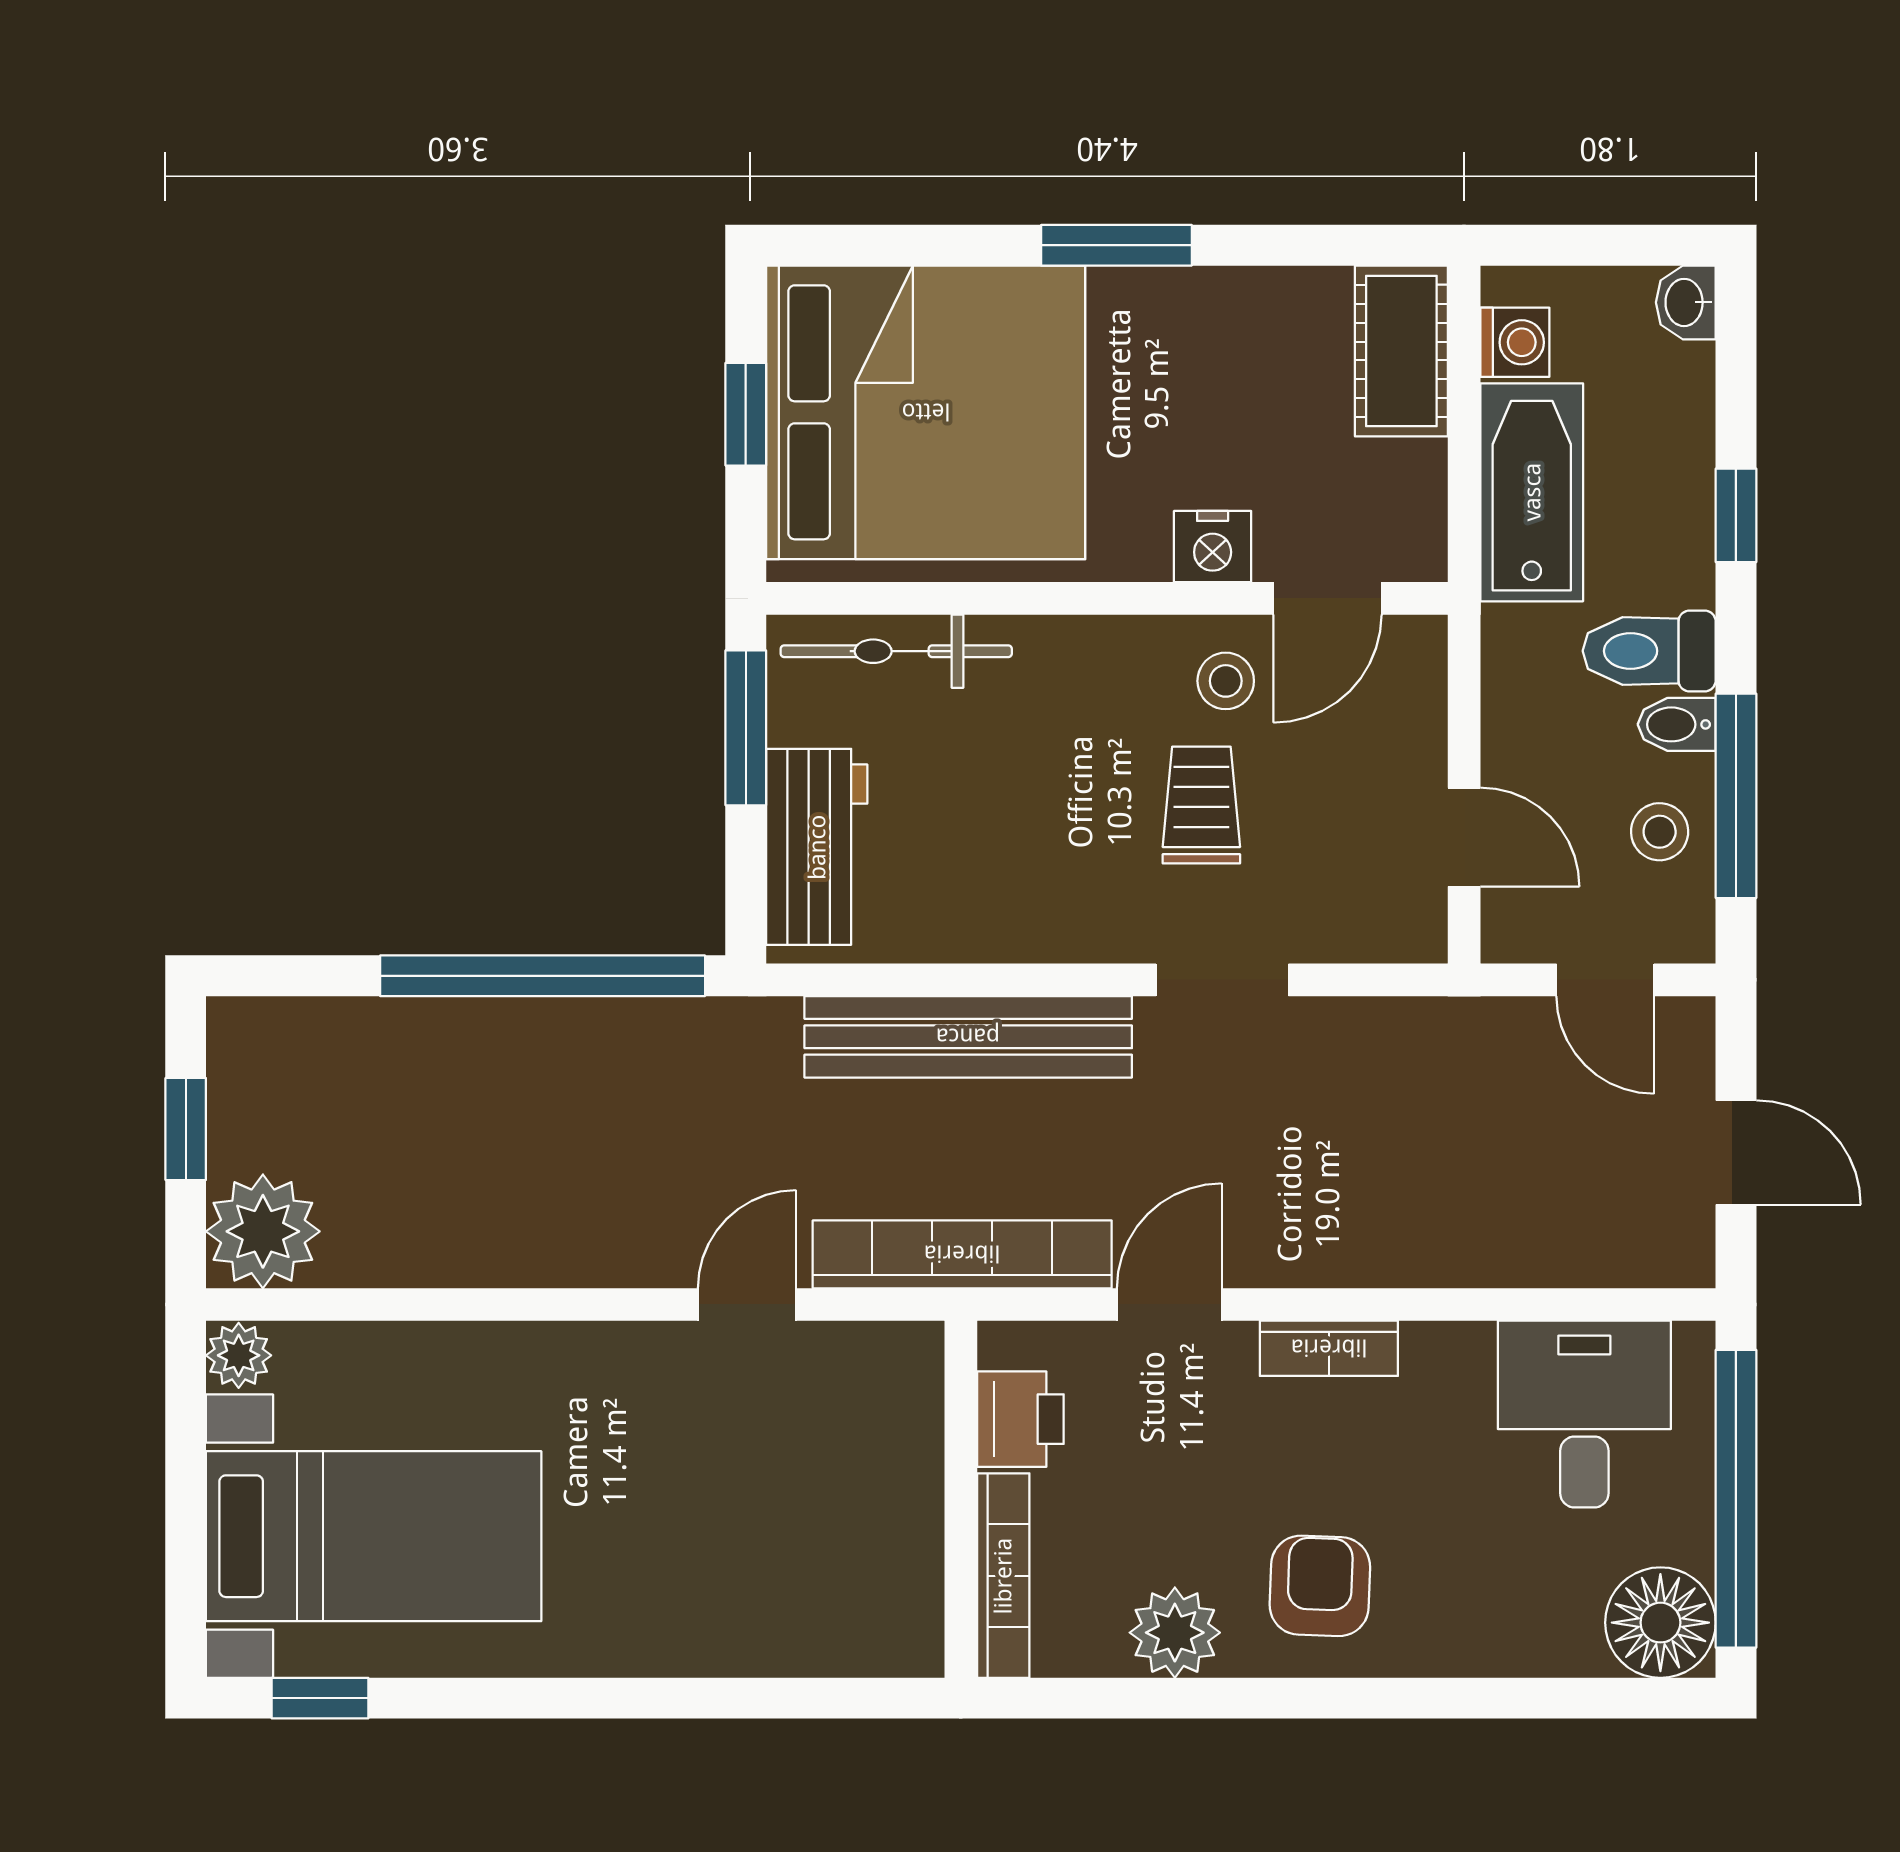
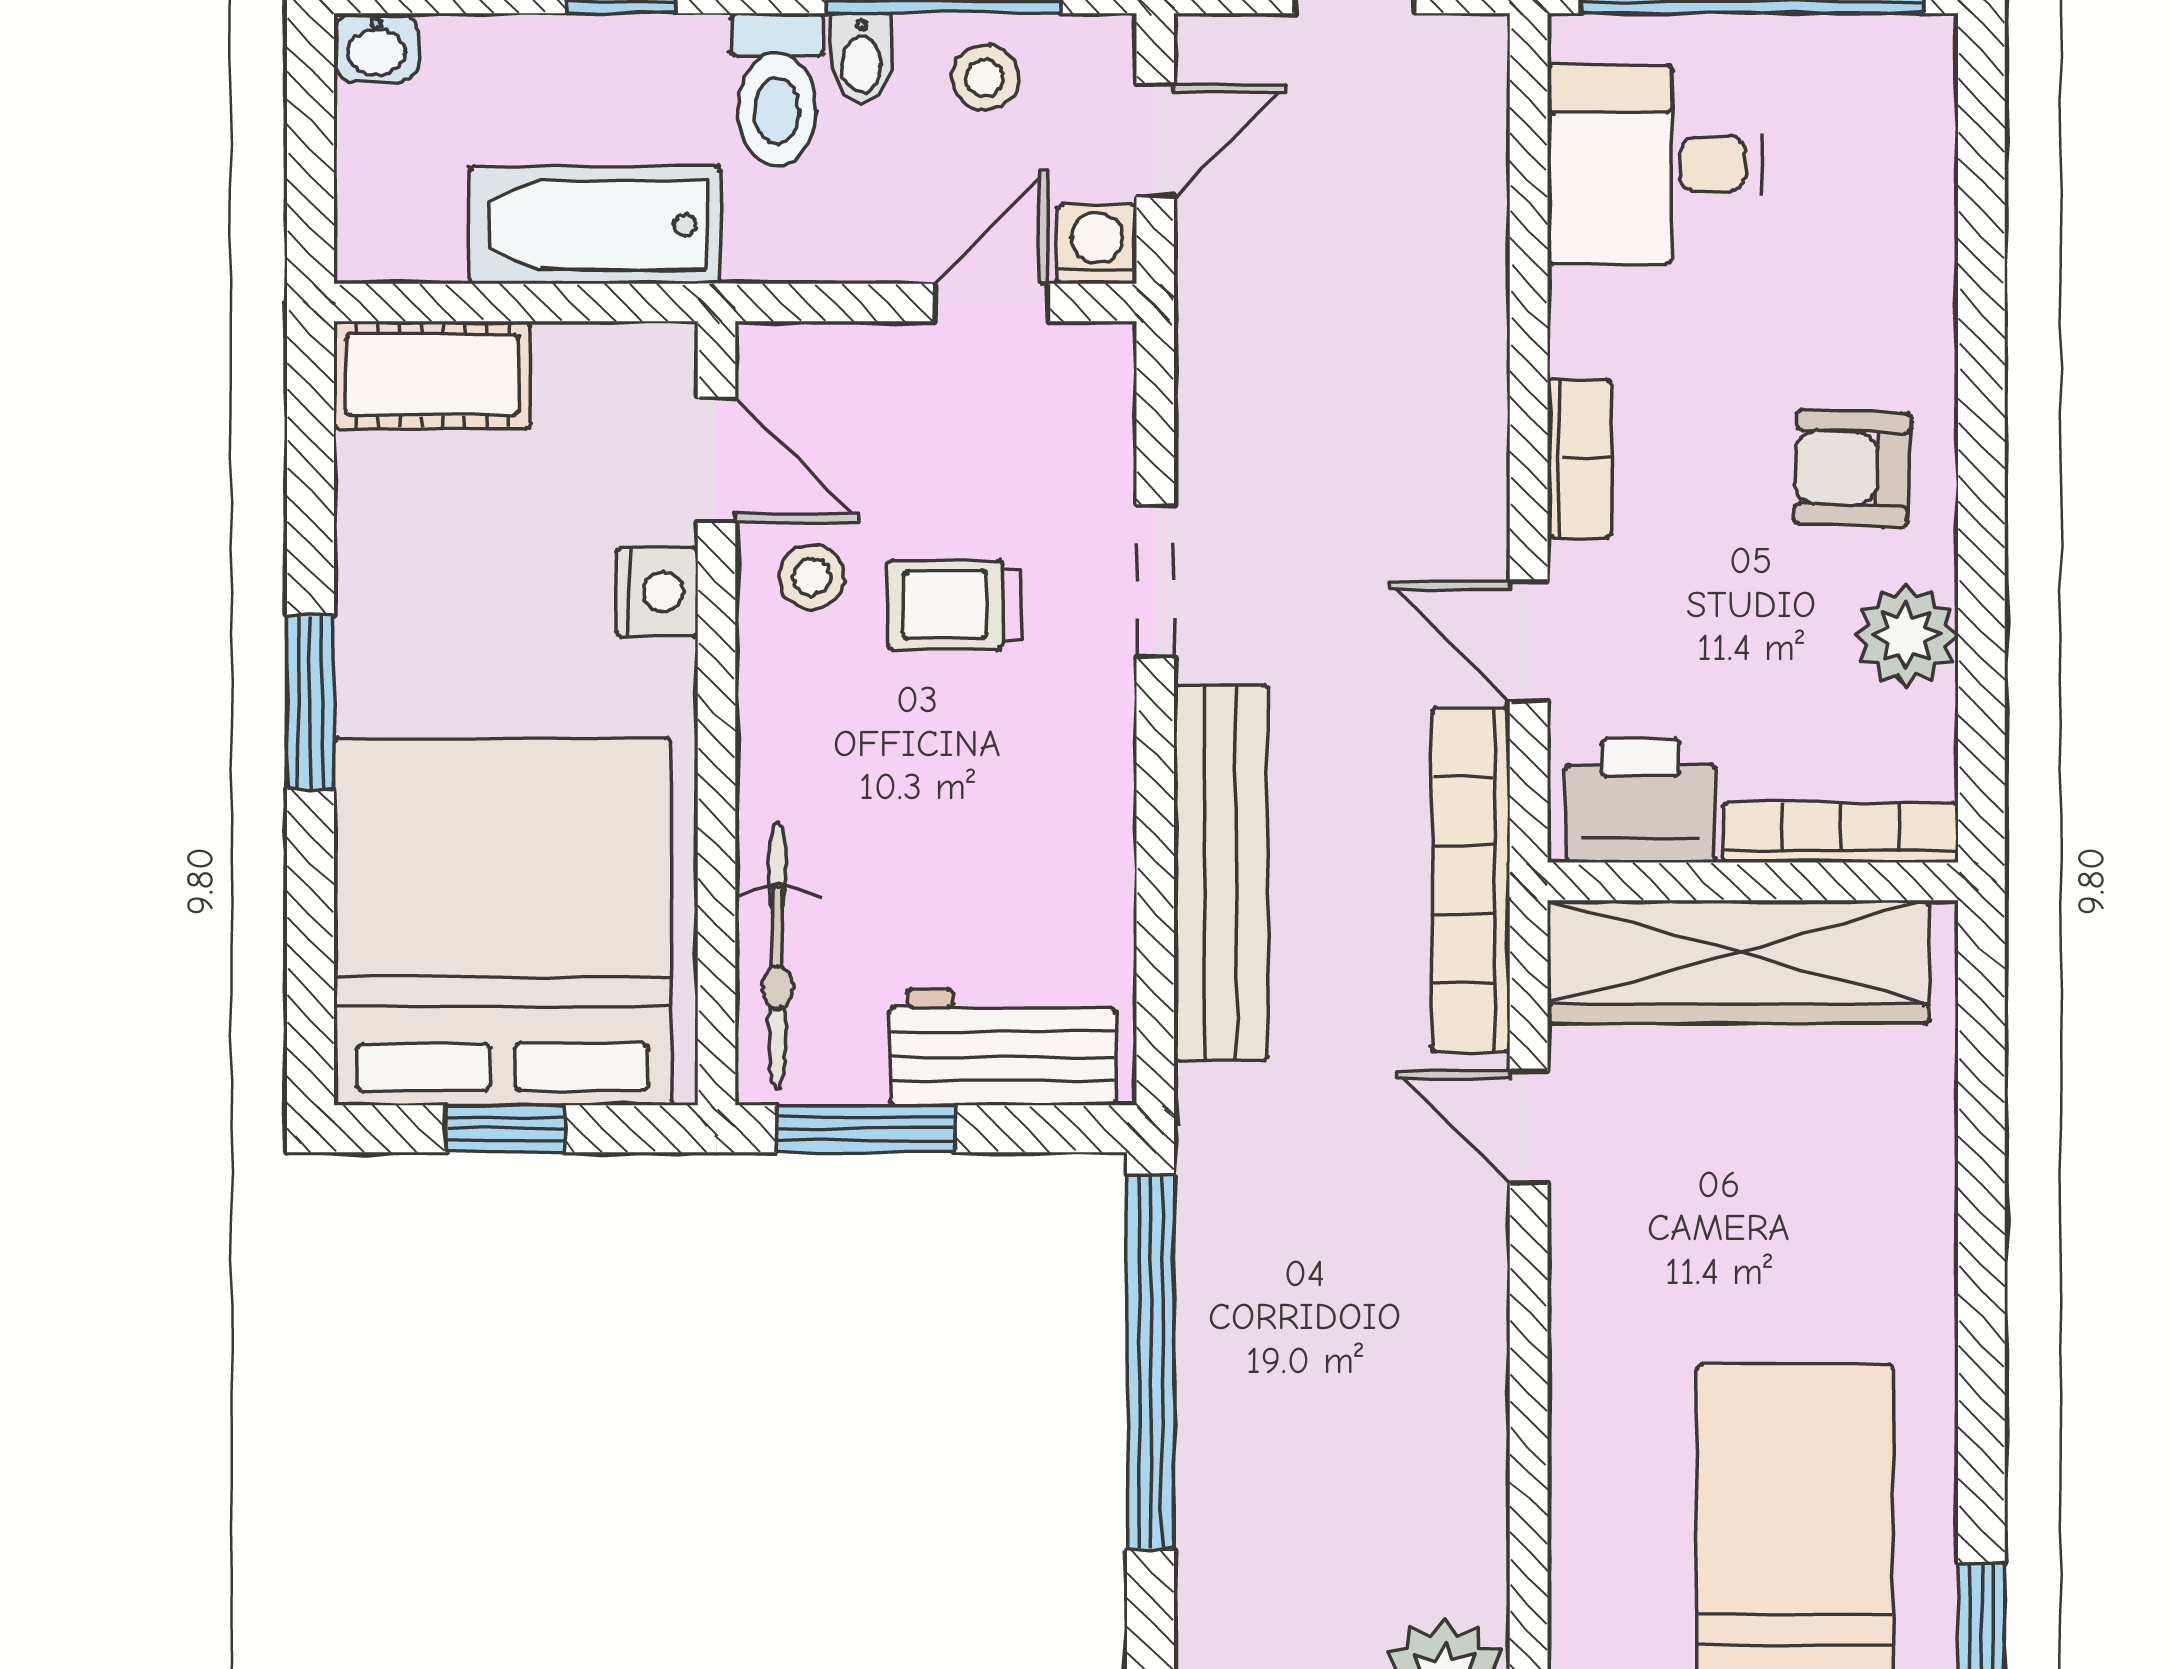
washing machine: (1515, 342) -> (1097, 244), moved
printer: (1020, 1419) -> (1641, 801), width x1.36, depth x1.24
wardrobe: (891, 1487) -> (1738, 962), added
floor lamp: (1660, 1623) -> (1894, 77), removed

